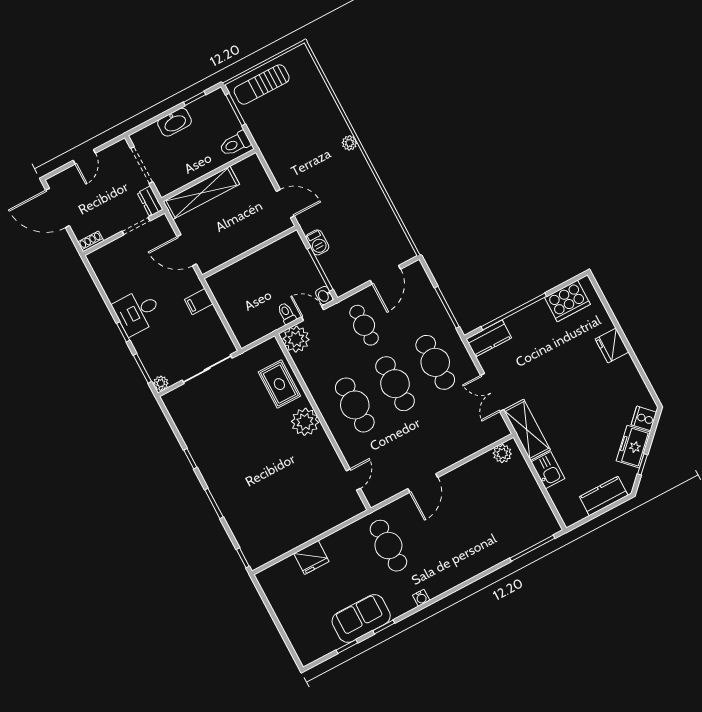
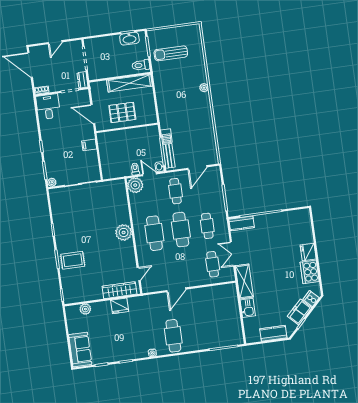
sun lounger: (262, 85) -> (171, 53), moved
washbasin: (175, 122) -> (129, 39), moved
shelving: (201, 193) -> (129, 83), moved
door: (285, 204) -> (156, 108), removed
pallet: (233, 230) -> (122, 112), added
bench: (333, 273) -> (169, 156), added
cooker: (567, 301) -> (310, 272), moved, turned 90
desk: (137, 312) -> (48, 107), moved, turned 90
cafe table: (435, 362) -> (207, 226), width x0.73, depth x0.74
rug: (279, 384) -> (73, 260), moved, turned 90
cafe table: (466, 421) -> (213, 264), added
plant: (502, 454) -> (85, 309), moved
wardrobe: (332, 517) -> (119, 290), added
cafe table: (388, 546) -> (173, 336), moved
fridge: (311, 557) -> (120, 306), moved
sofa: (361, 618) -> (80, 350), moved, turned 90

